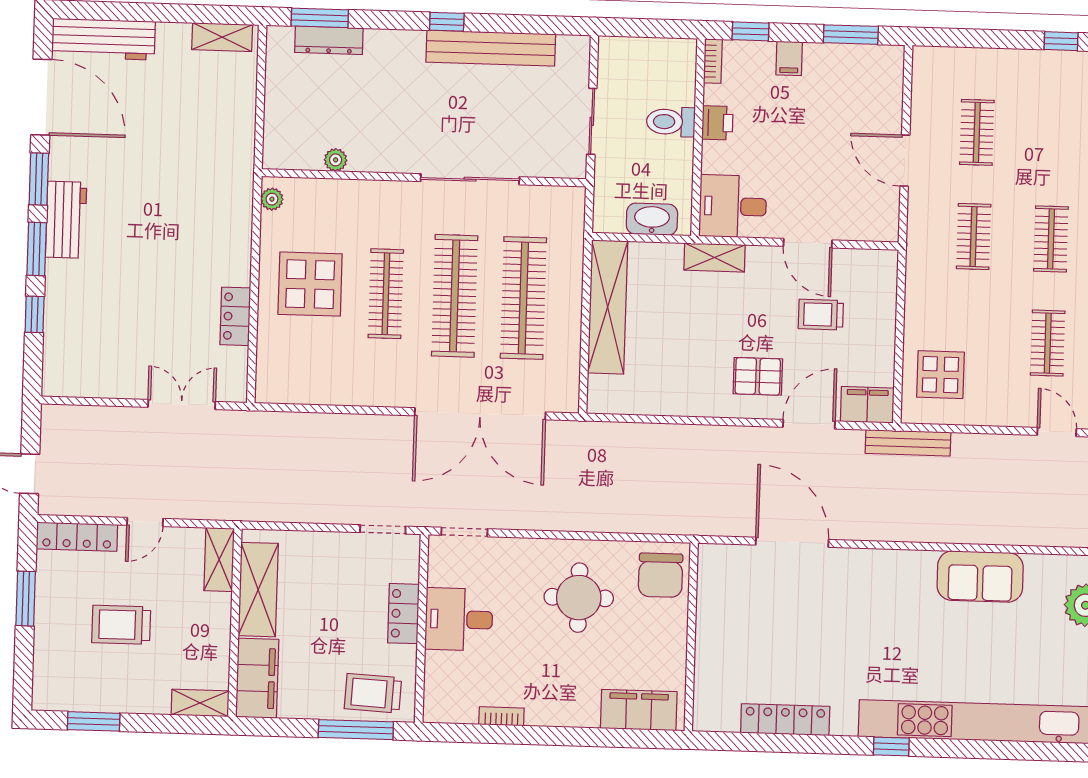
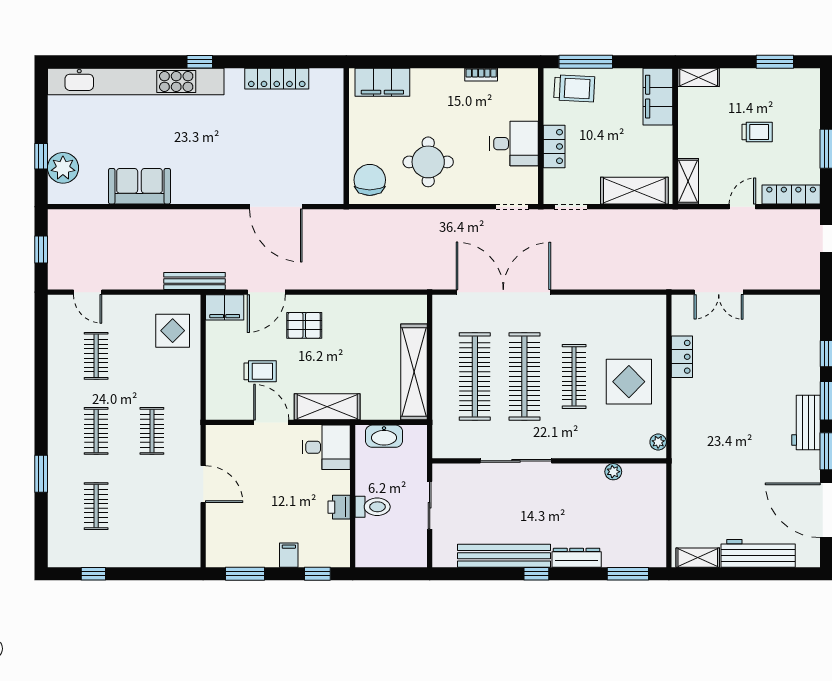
workbench: (103, 39) -> (758, 553), moved
dresser: (329, 40) -> (577, 558), moved
bookcase: (713, 61) -> (344, 551), removed
clothes rail: (977, 132) -> (96, 506), moved
shelving: (714, 257) -> (327, 407), width x1.50, depth x1.33
shelving: (258, 590) -> (634, 191), moved, turned 90
trolley: (121, 625) -> (757, 132), width x0.73, depth x0.72

